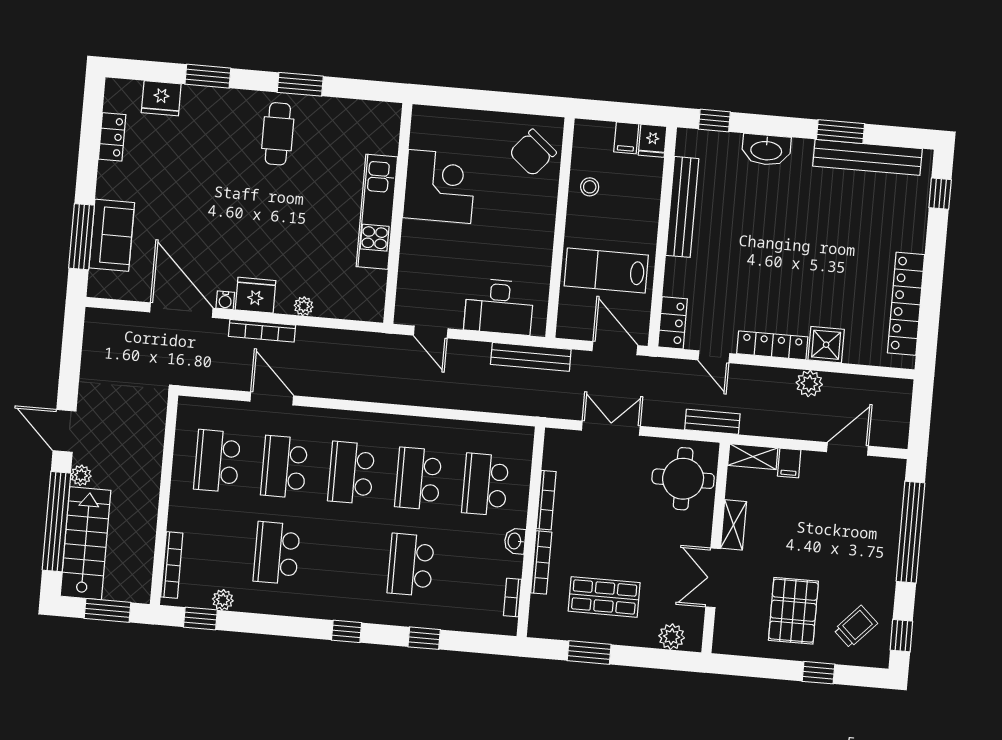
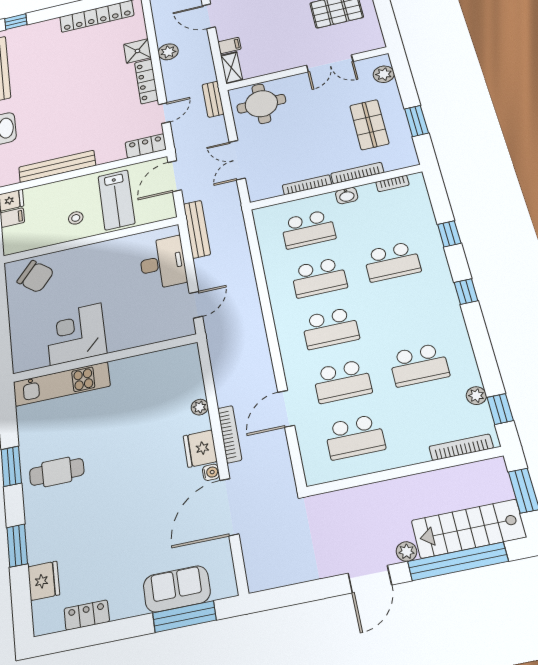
stool: (590, 187) -> (76, 218), moved
kitchen unit: (377, 212) -> (62, 384), moved
shelving: (733, 525) -> (286, 63), removed

